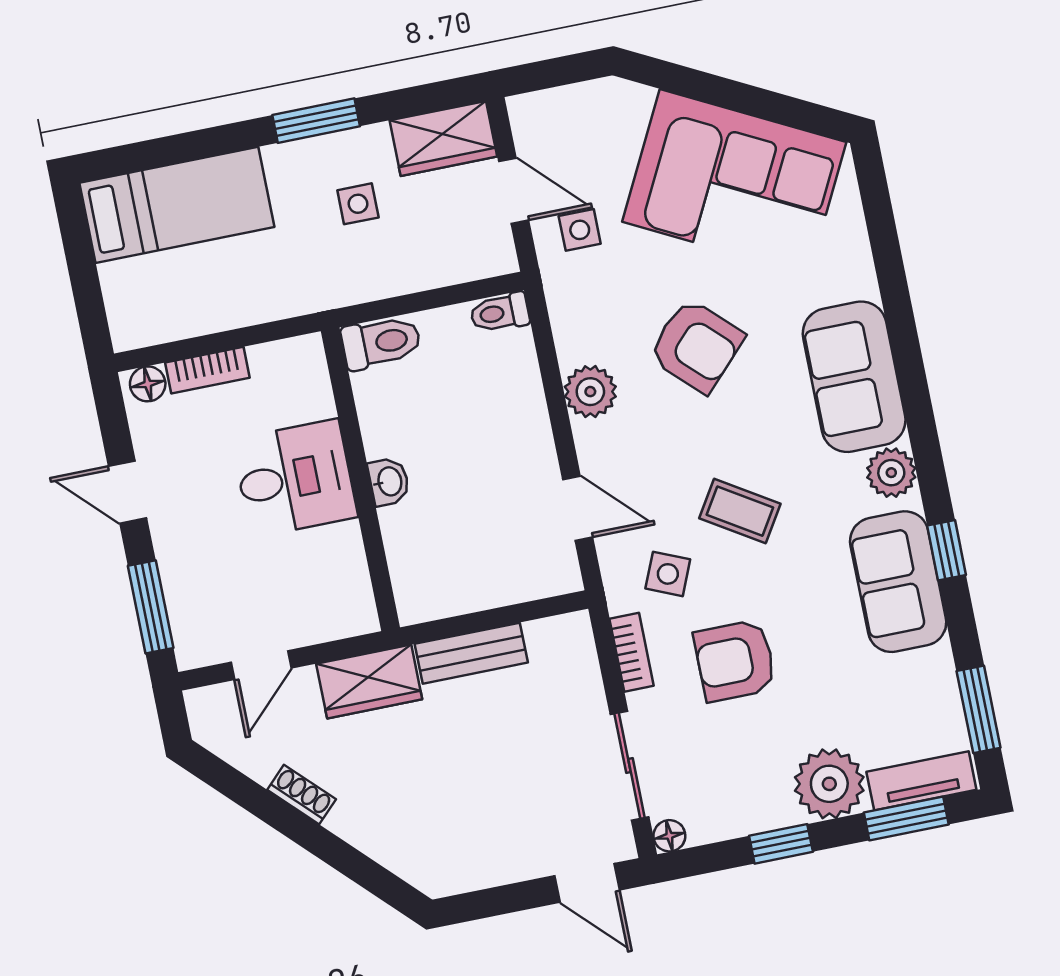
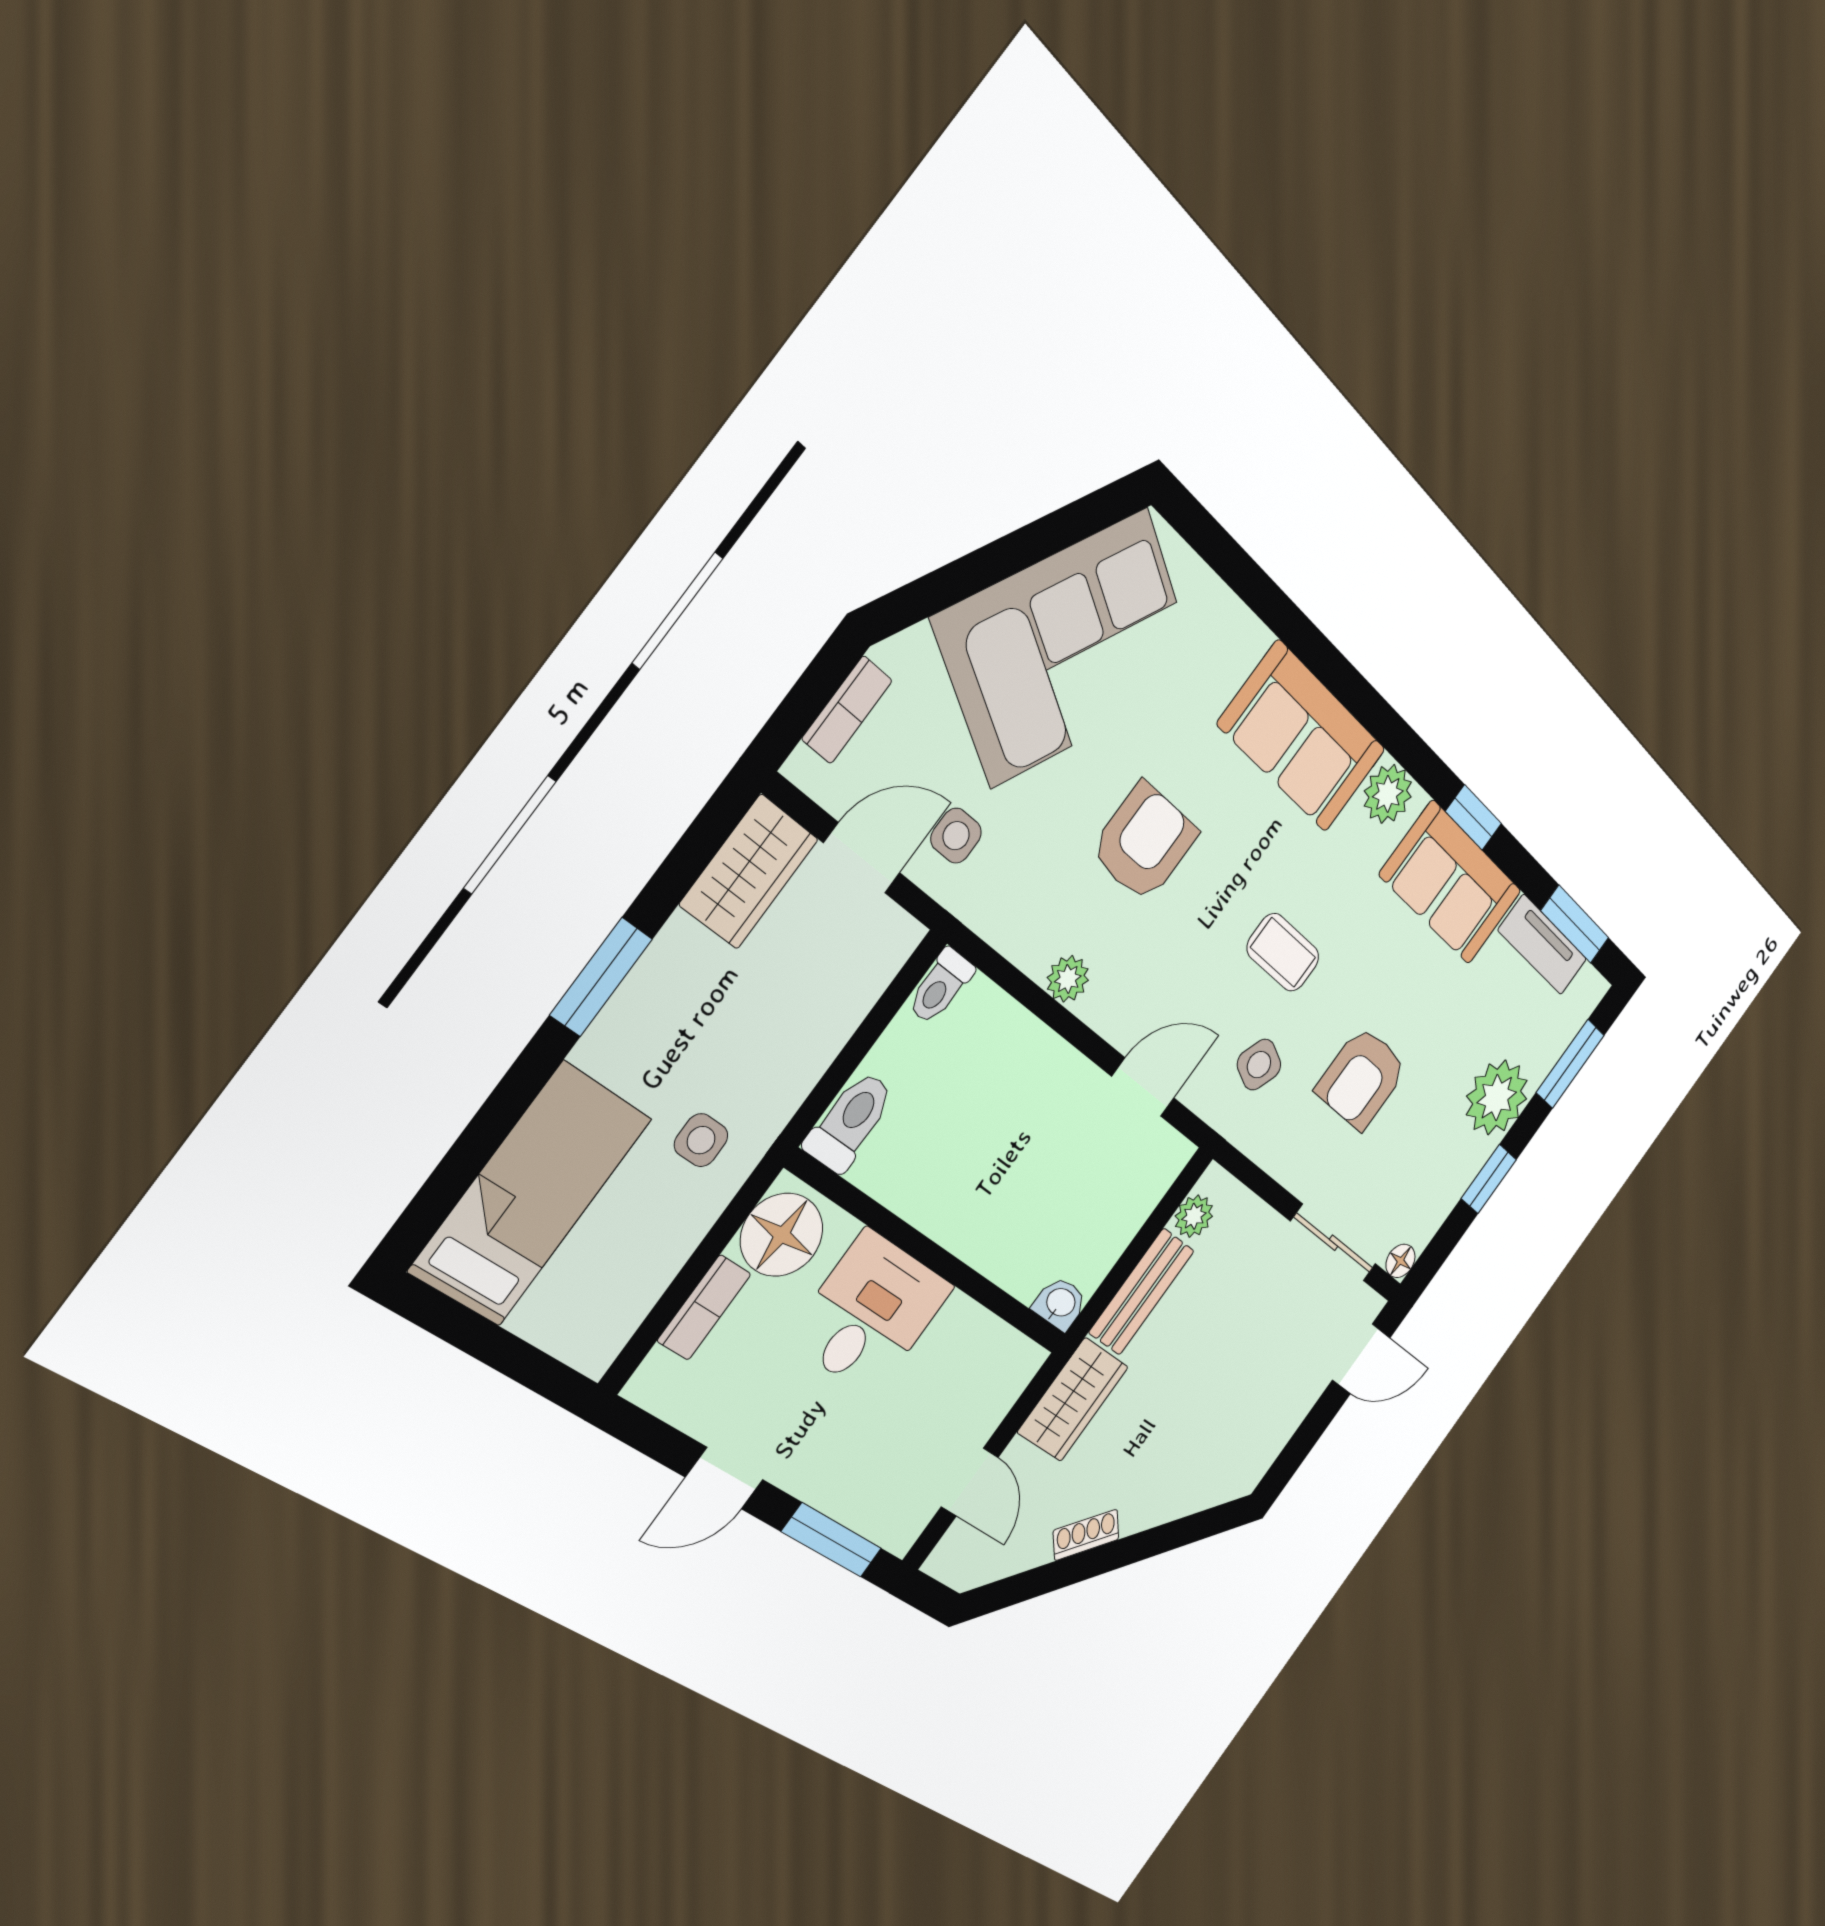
side table: (358, 204) -> (701, 1140), moved
armchair: (696, 346) -> (1144, 842), turned -44
floor lamp: (148, 384) -> (782, 1235), moved, width x1.89, depth x1.89
plant: (590, 392) -> (1068, 979), width x0.73, depth x0.73
washbasin: (389, 482) -> (1060, 1303), moved
coffee table: (740, 511) -> (1283, 952), turned 58
plant: (546, 637) -> (1194, 1216), added
bookcase: (632, 652) -> (847, 710), moved, turned 90
tv unit: (921, 781) -> (1542, 945), moved, turned -90

